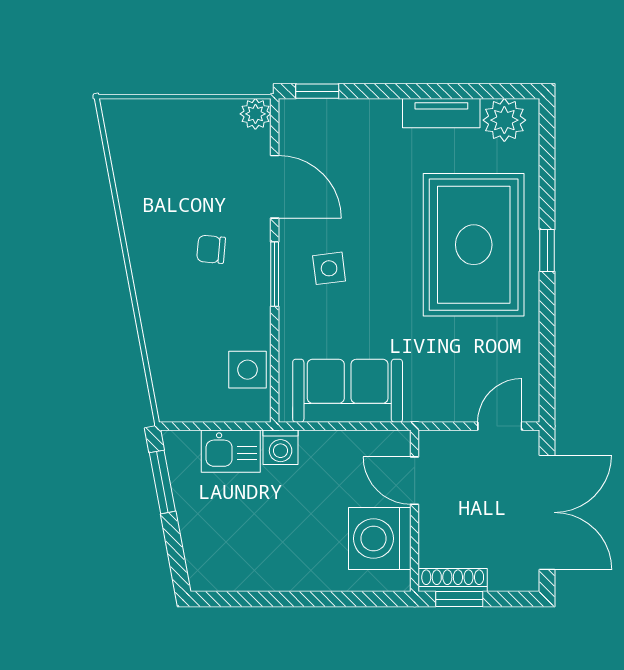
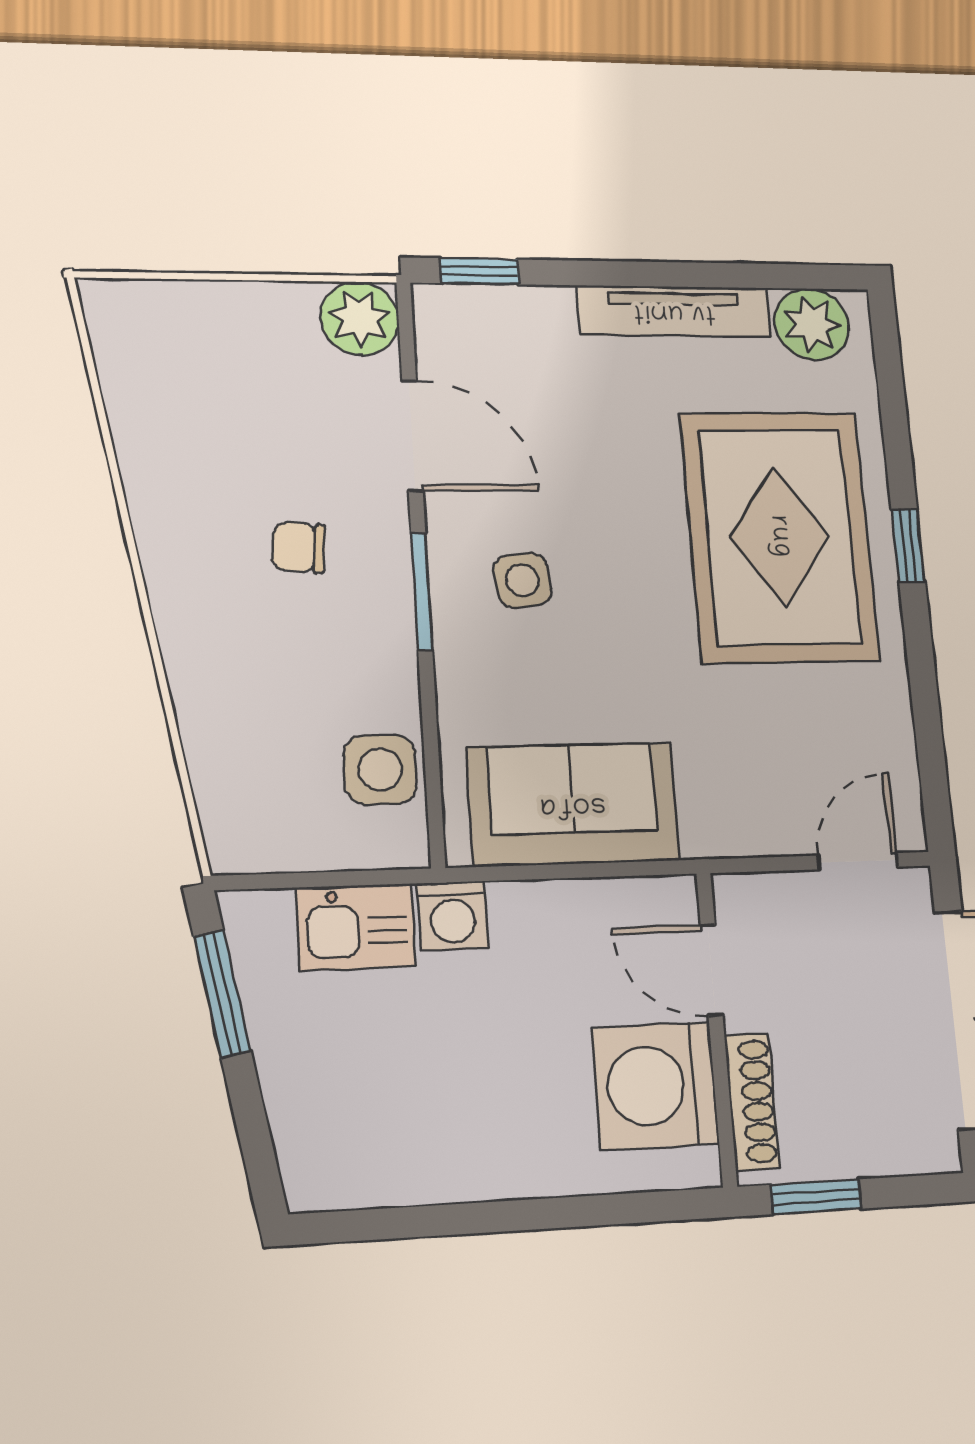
tv unit: (441, 113) -> (674, 311), width x1.41
plant: (255, 114) -> (360, 318), width x1.38, depth x1.38
shoe rack: (453, 580) -> (752, 1101), moved, turned 90

